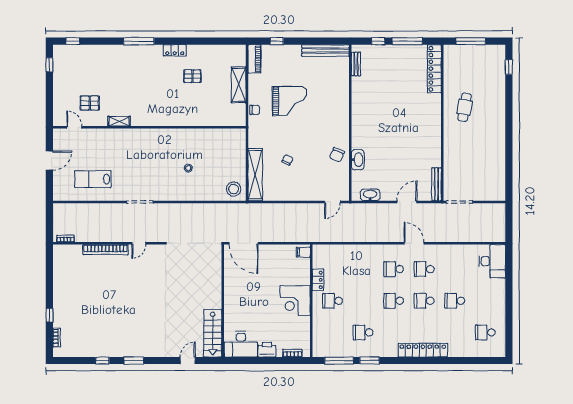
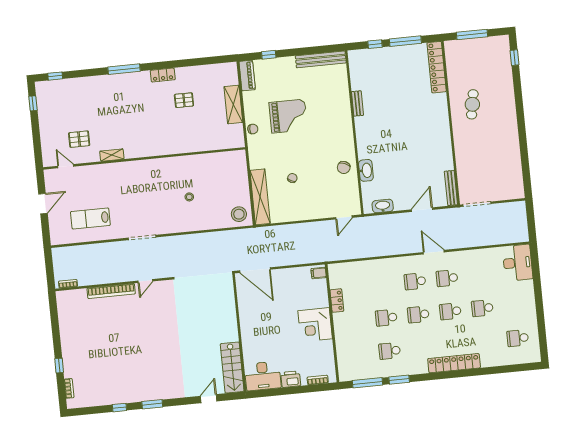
bench: (356, 64) -> (357, 103), moved
school desk: (333, 301) -> (386, 318), moved

